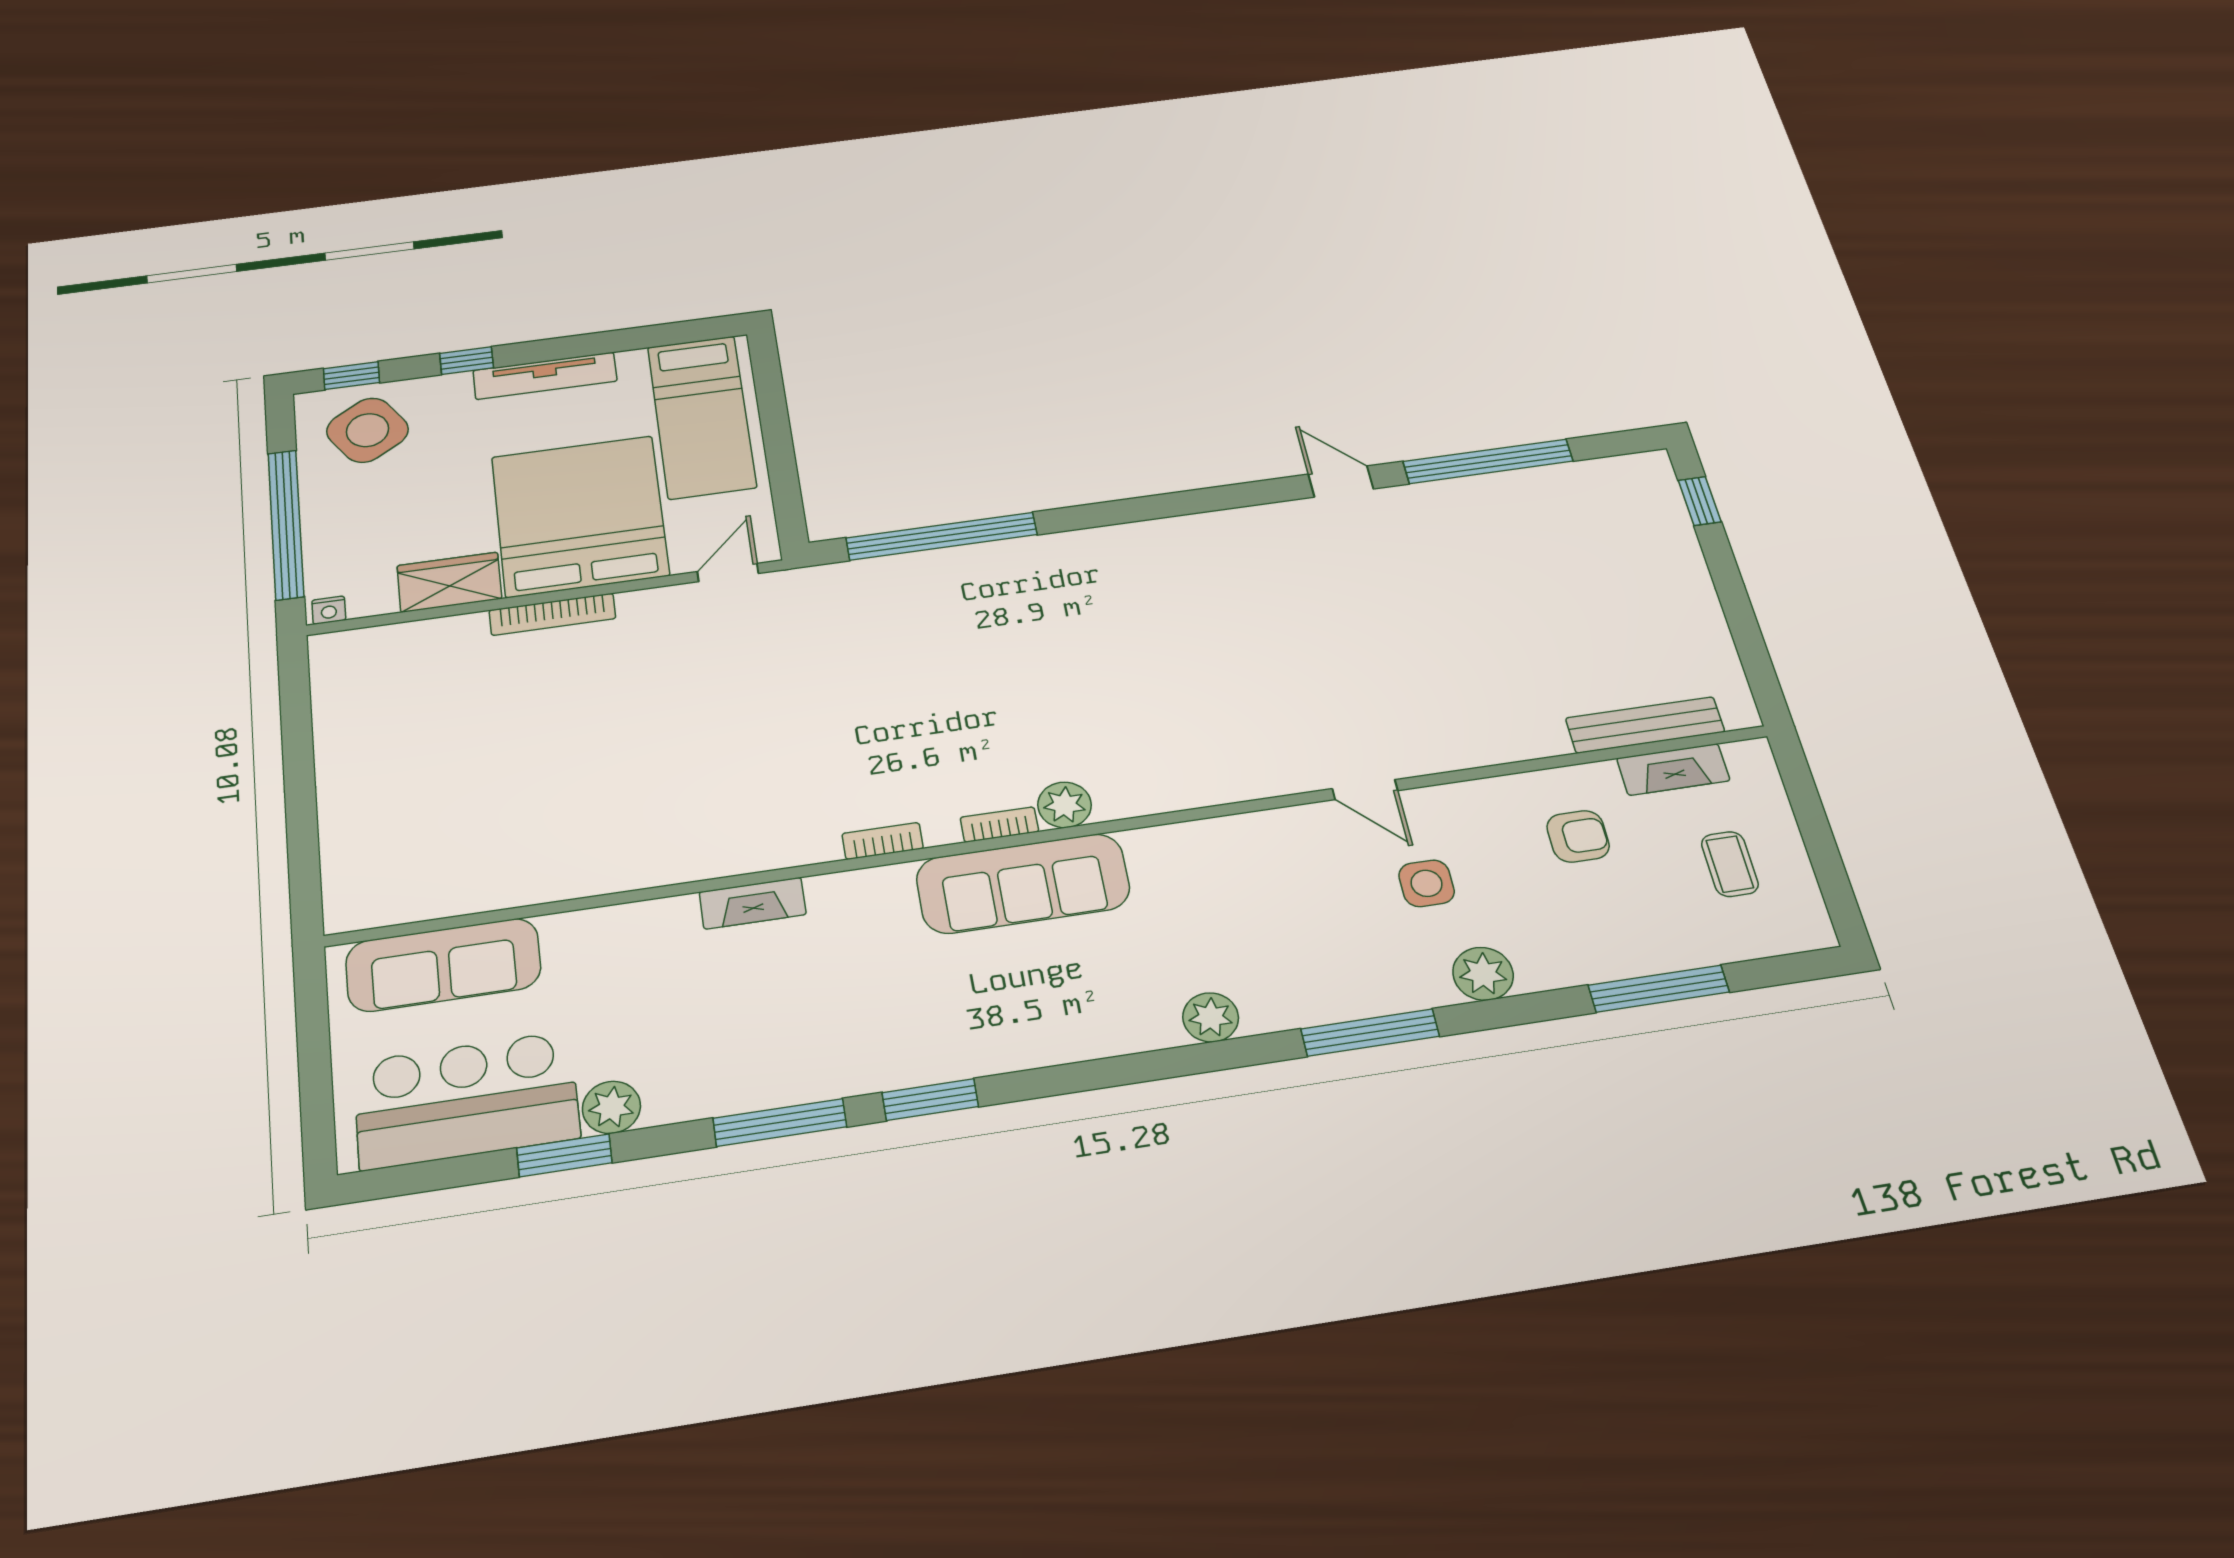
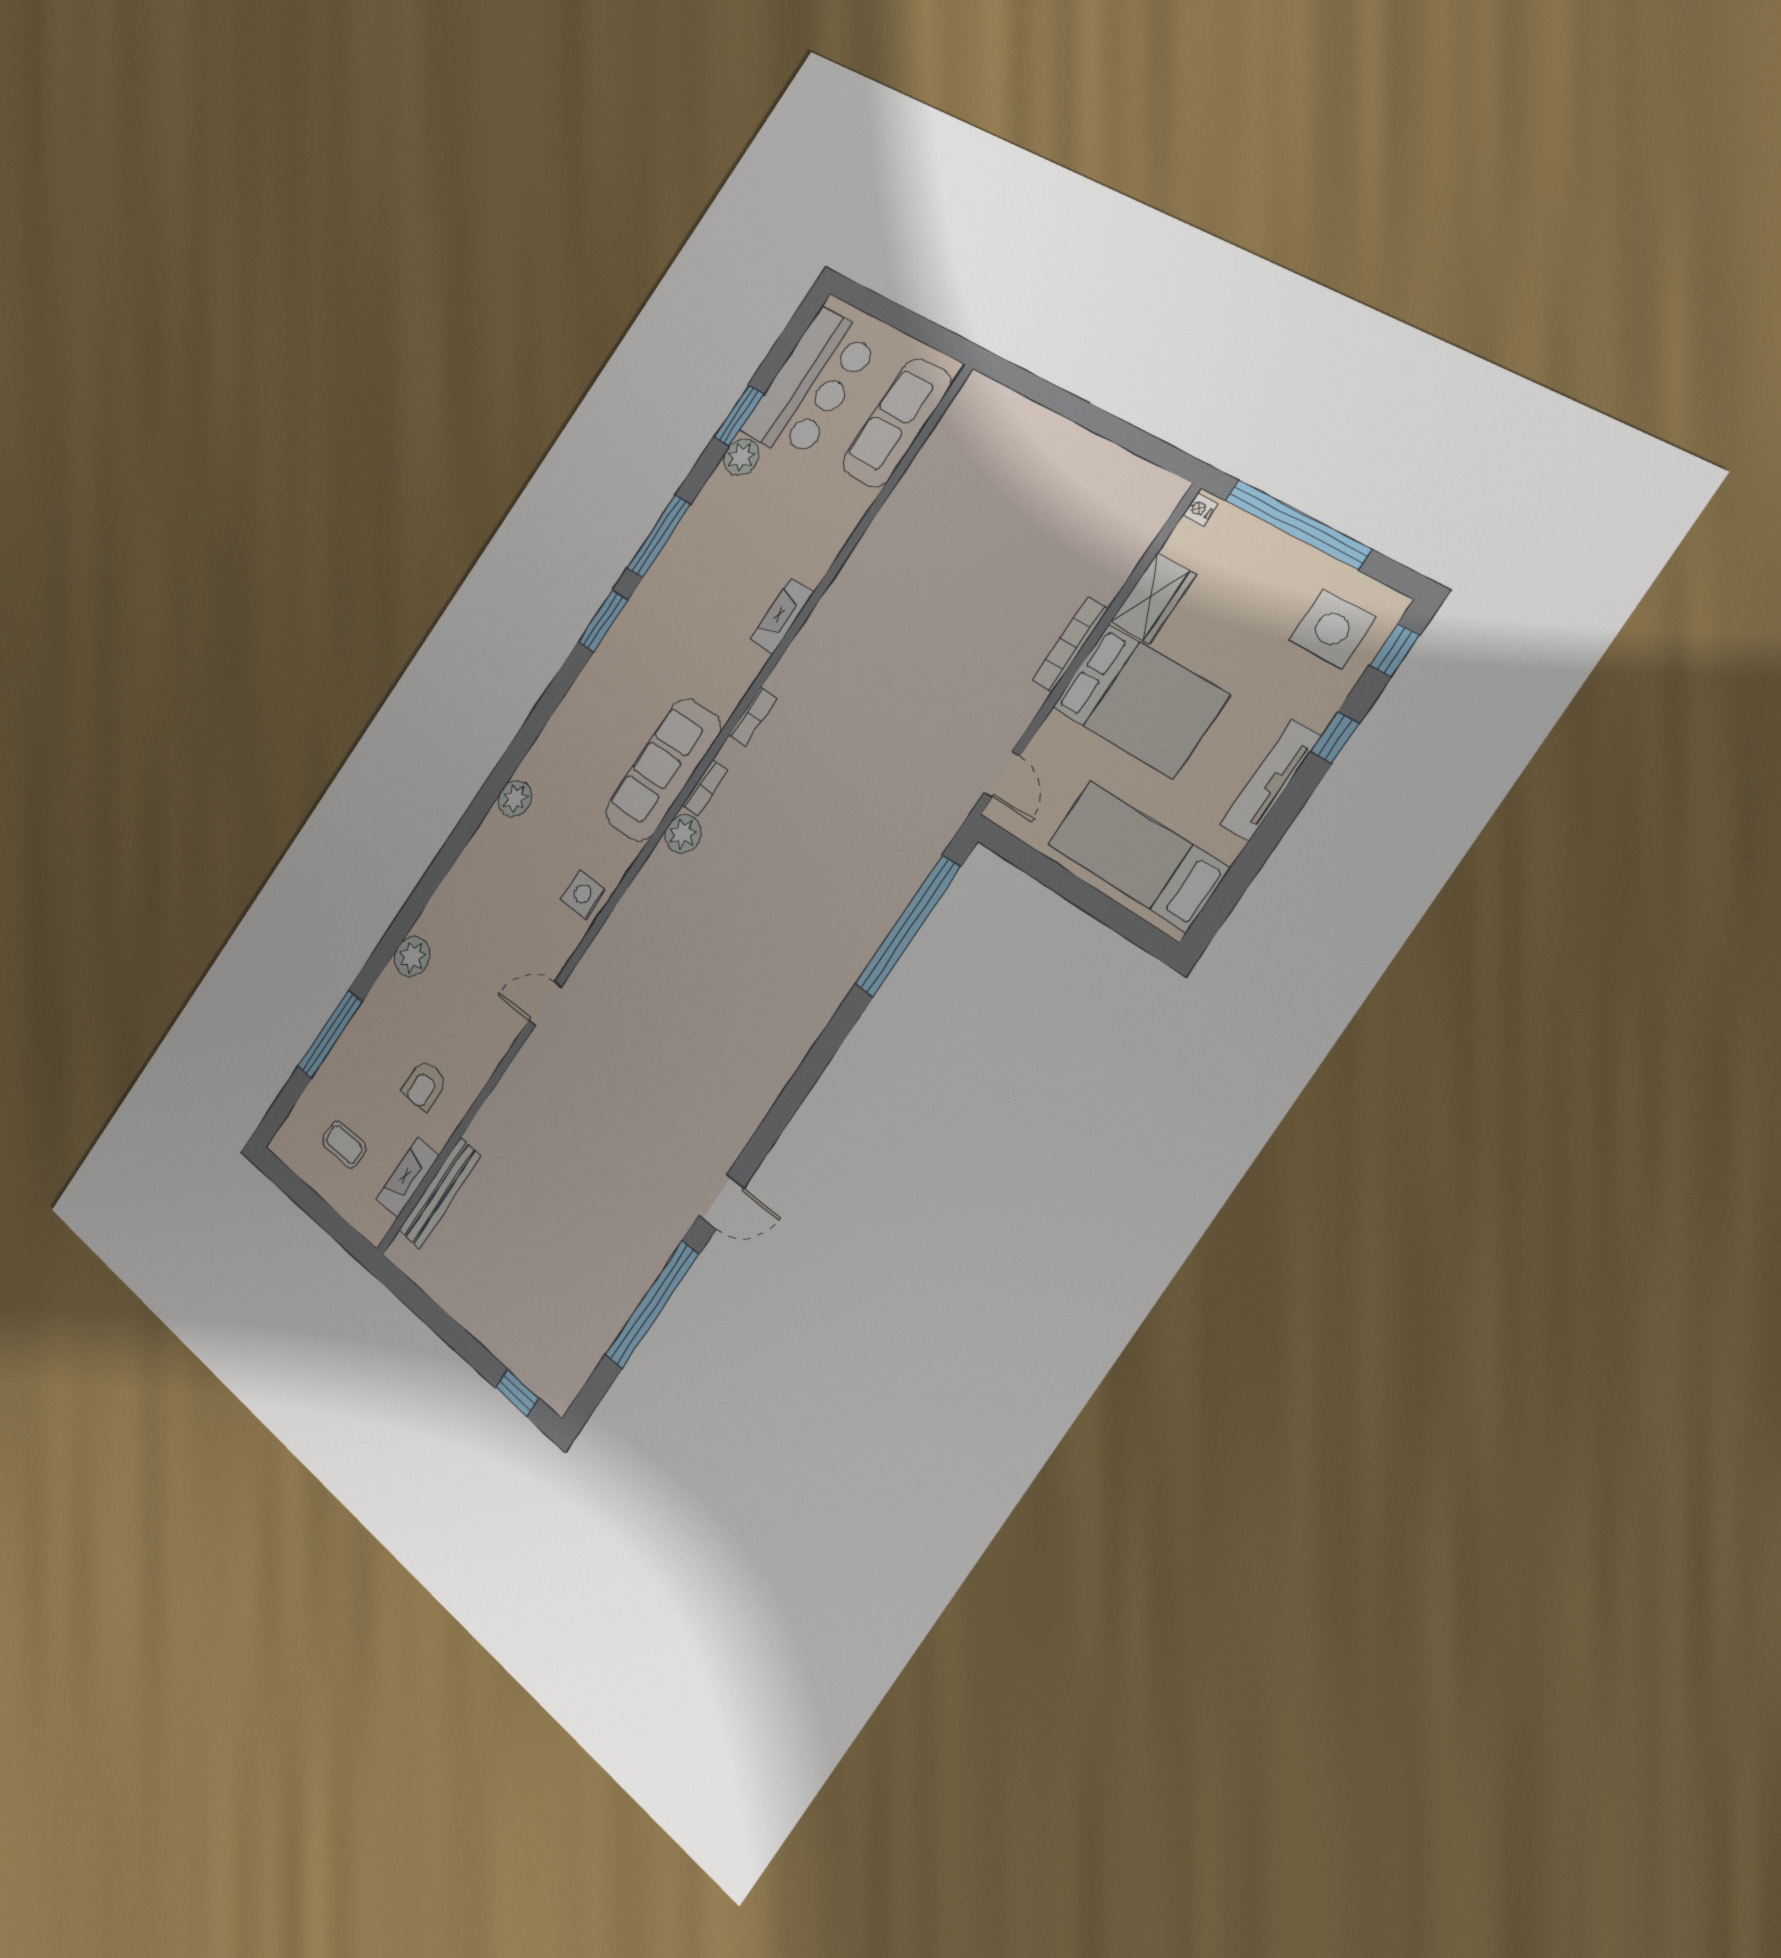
side table: (368, 430) -> (1332, 629), turned 33
bed: (580, 516) -> (1140, 701), width x0.73
side table: (1427, 883) -> (583, 894), moved
window: (1370, 1033) -> (439, 870), removed

